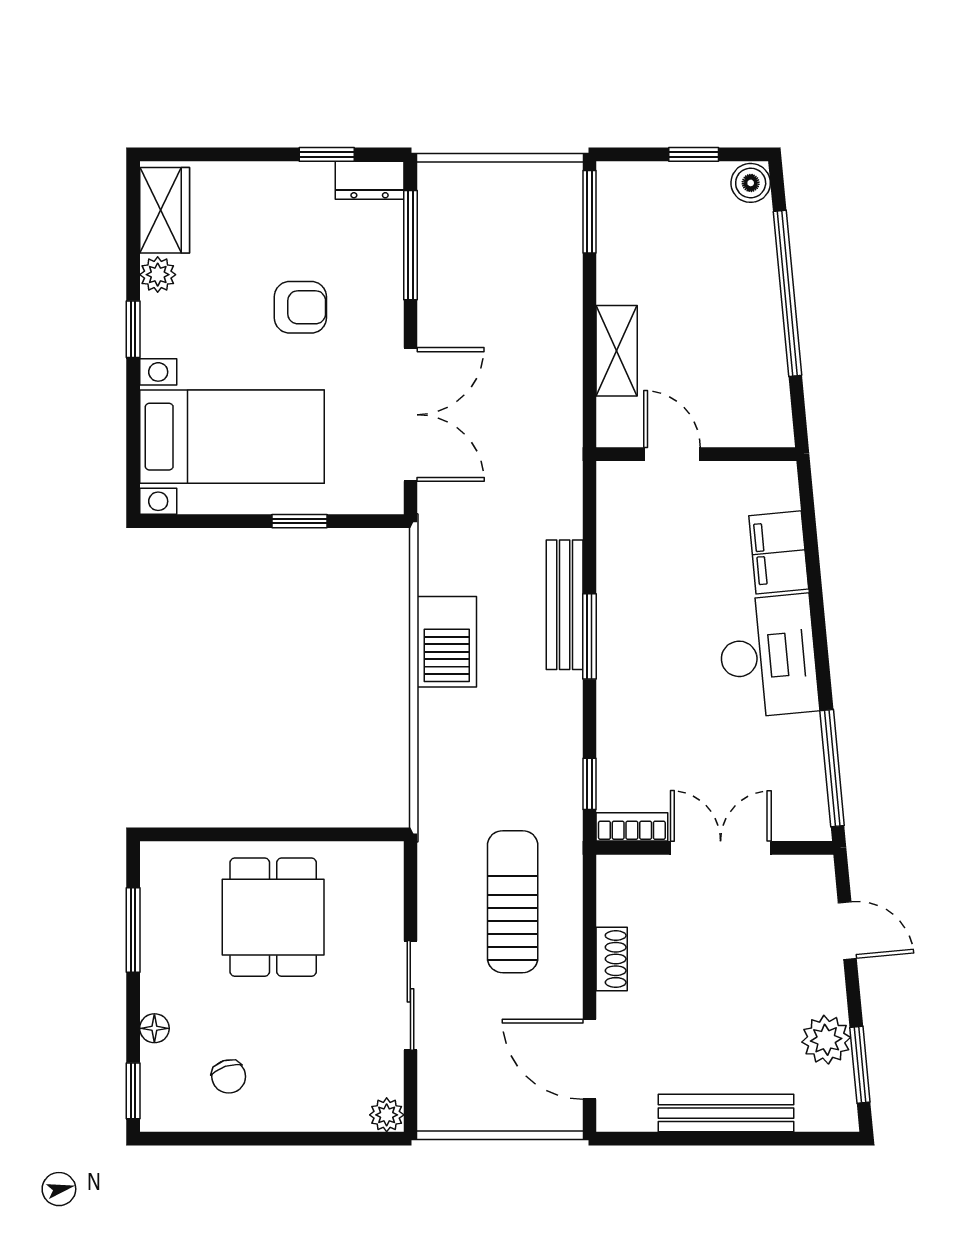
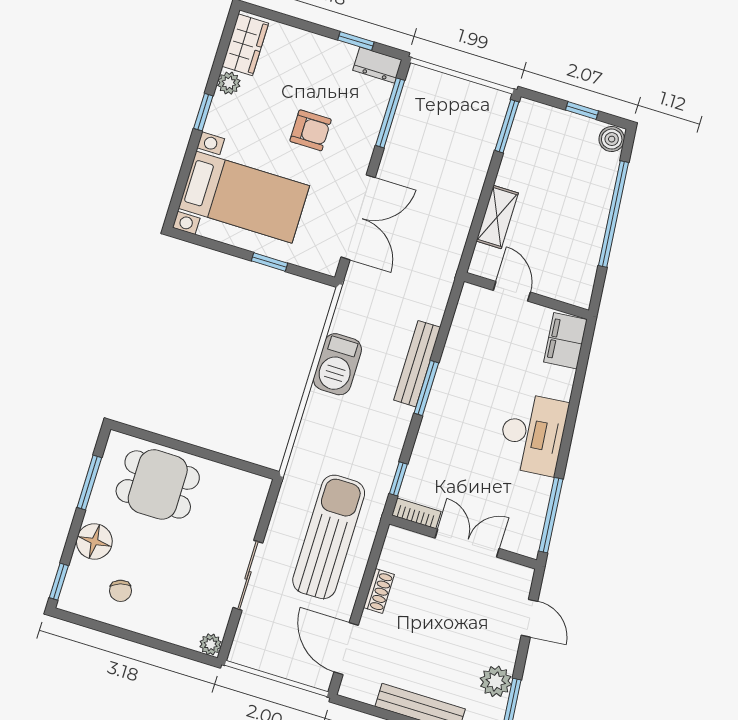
filing cabinet: (779, 552) -> (565, 341), moved
sun lounger: (513, 902) -> (329, 537), width x1.36, depth x1.34
dining table: (273, 917) -> (158, 484), moved, turned 90
floor lamp: (154, 1028) -> (94, 541), width x1.89, depth x1.89

